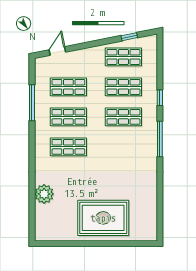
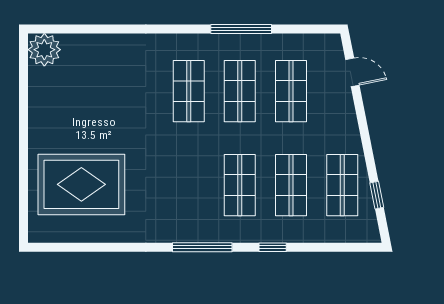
window: (32, 103) -> (241, 29), moved
plant: (44, 194) -> (44, 50), moved
rug: (103, 218) -> (81, 184), moved, turned 90

